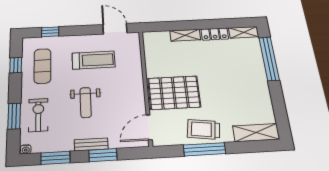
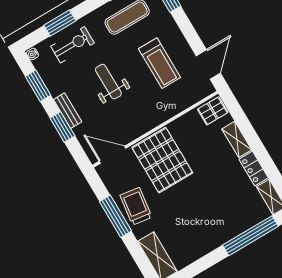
pallet: (153, 41) -> (213, 111), added
weight bench: (86, 102) -> (108, 82), turned 90

